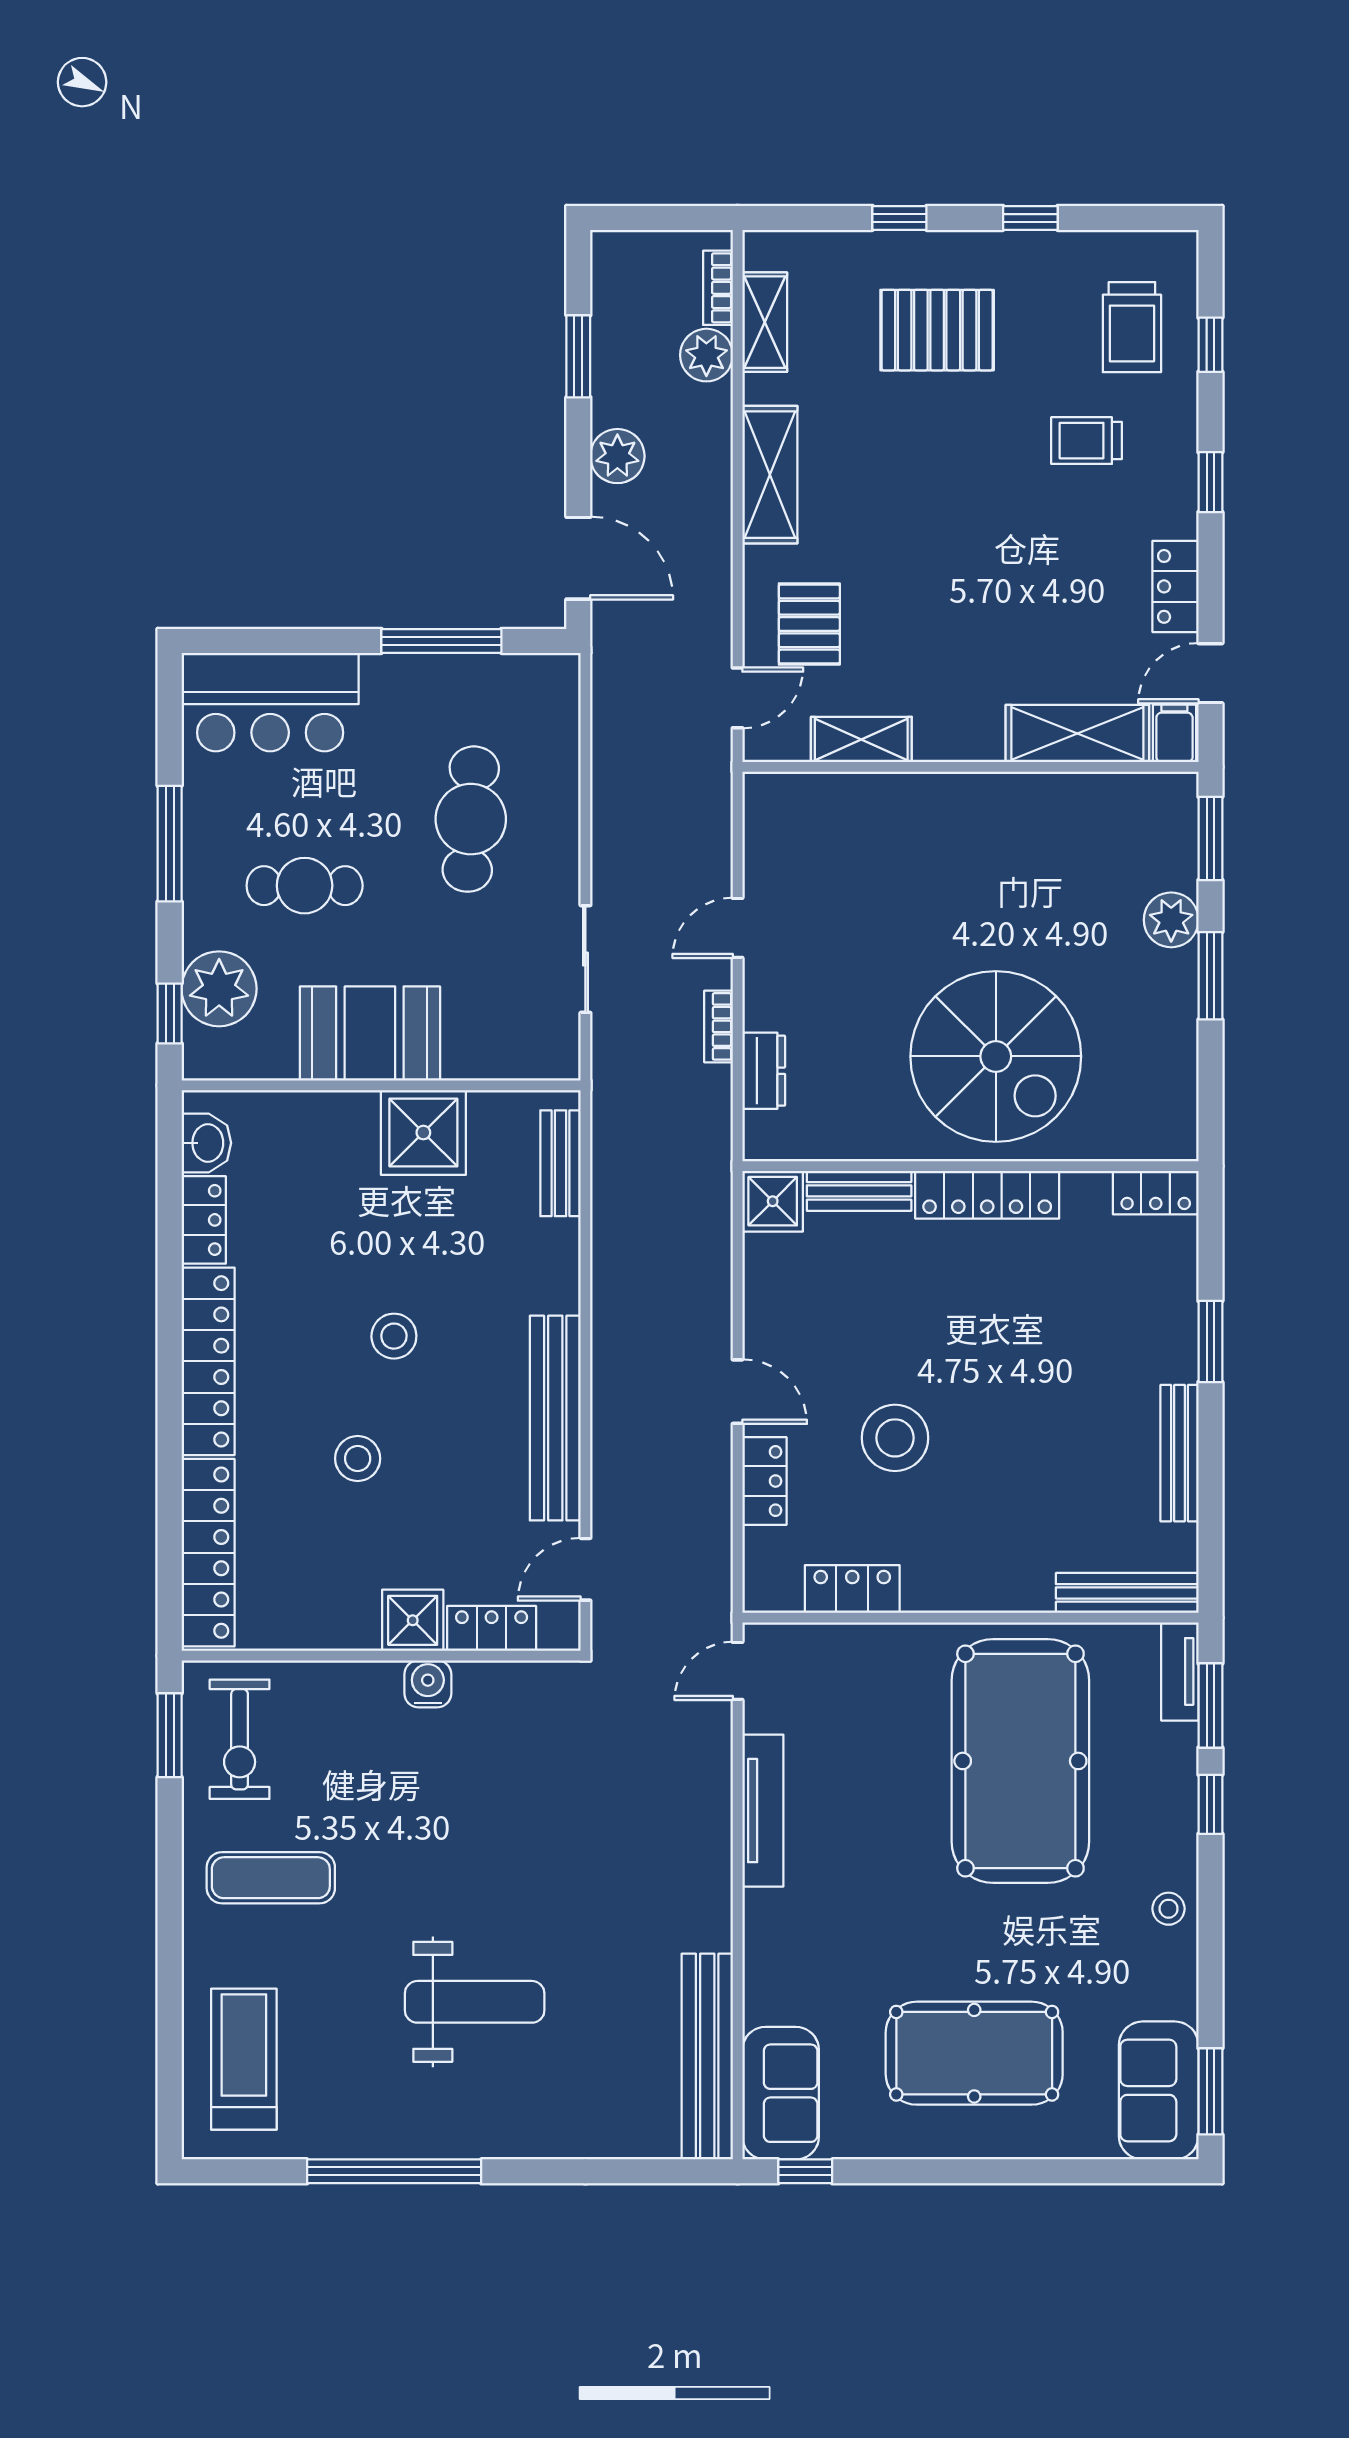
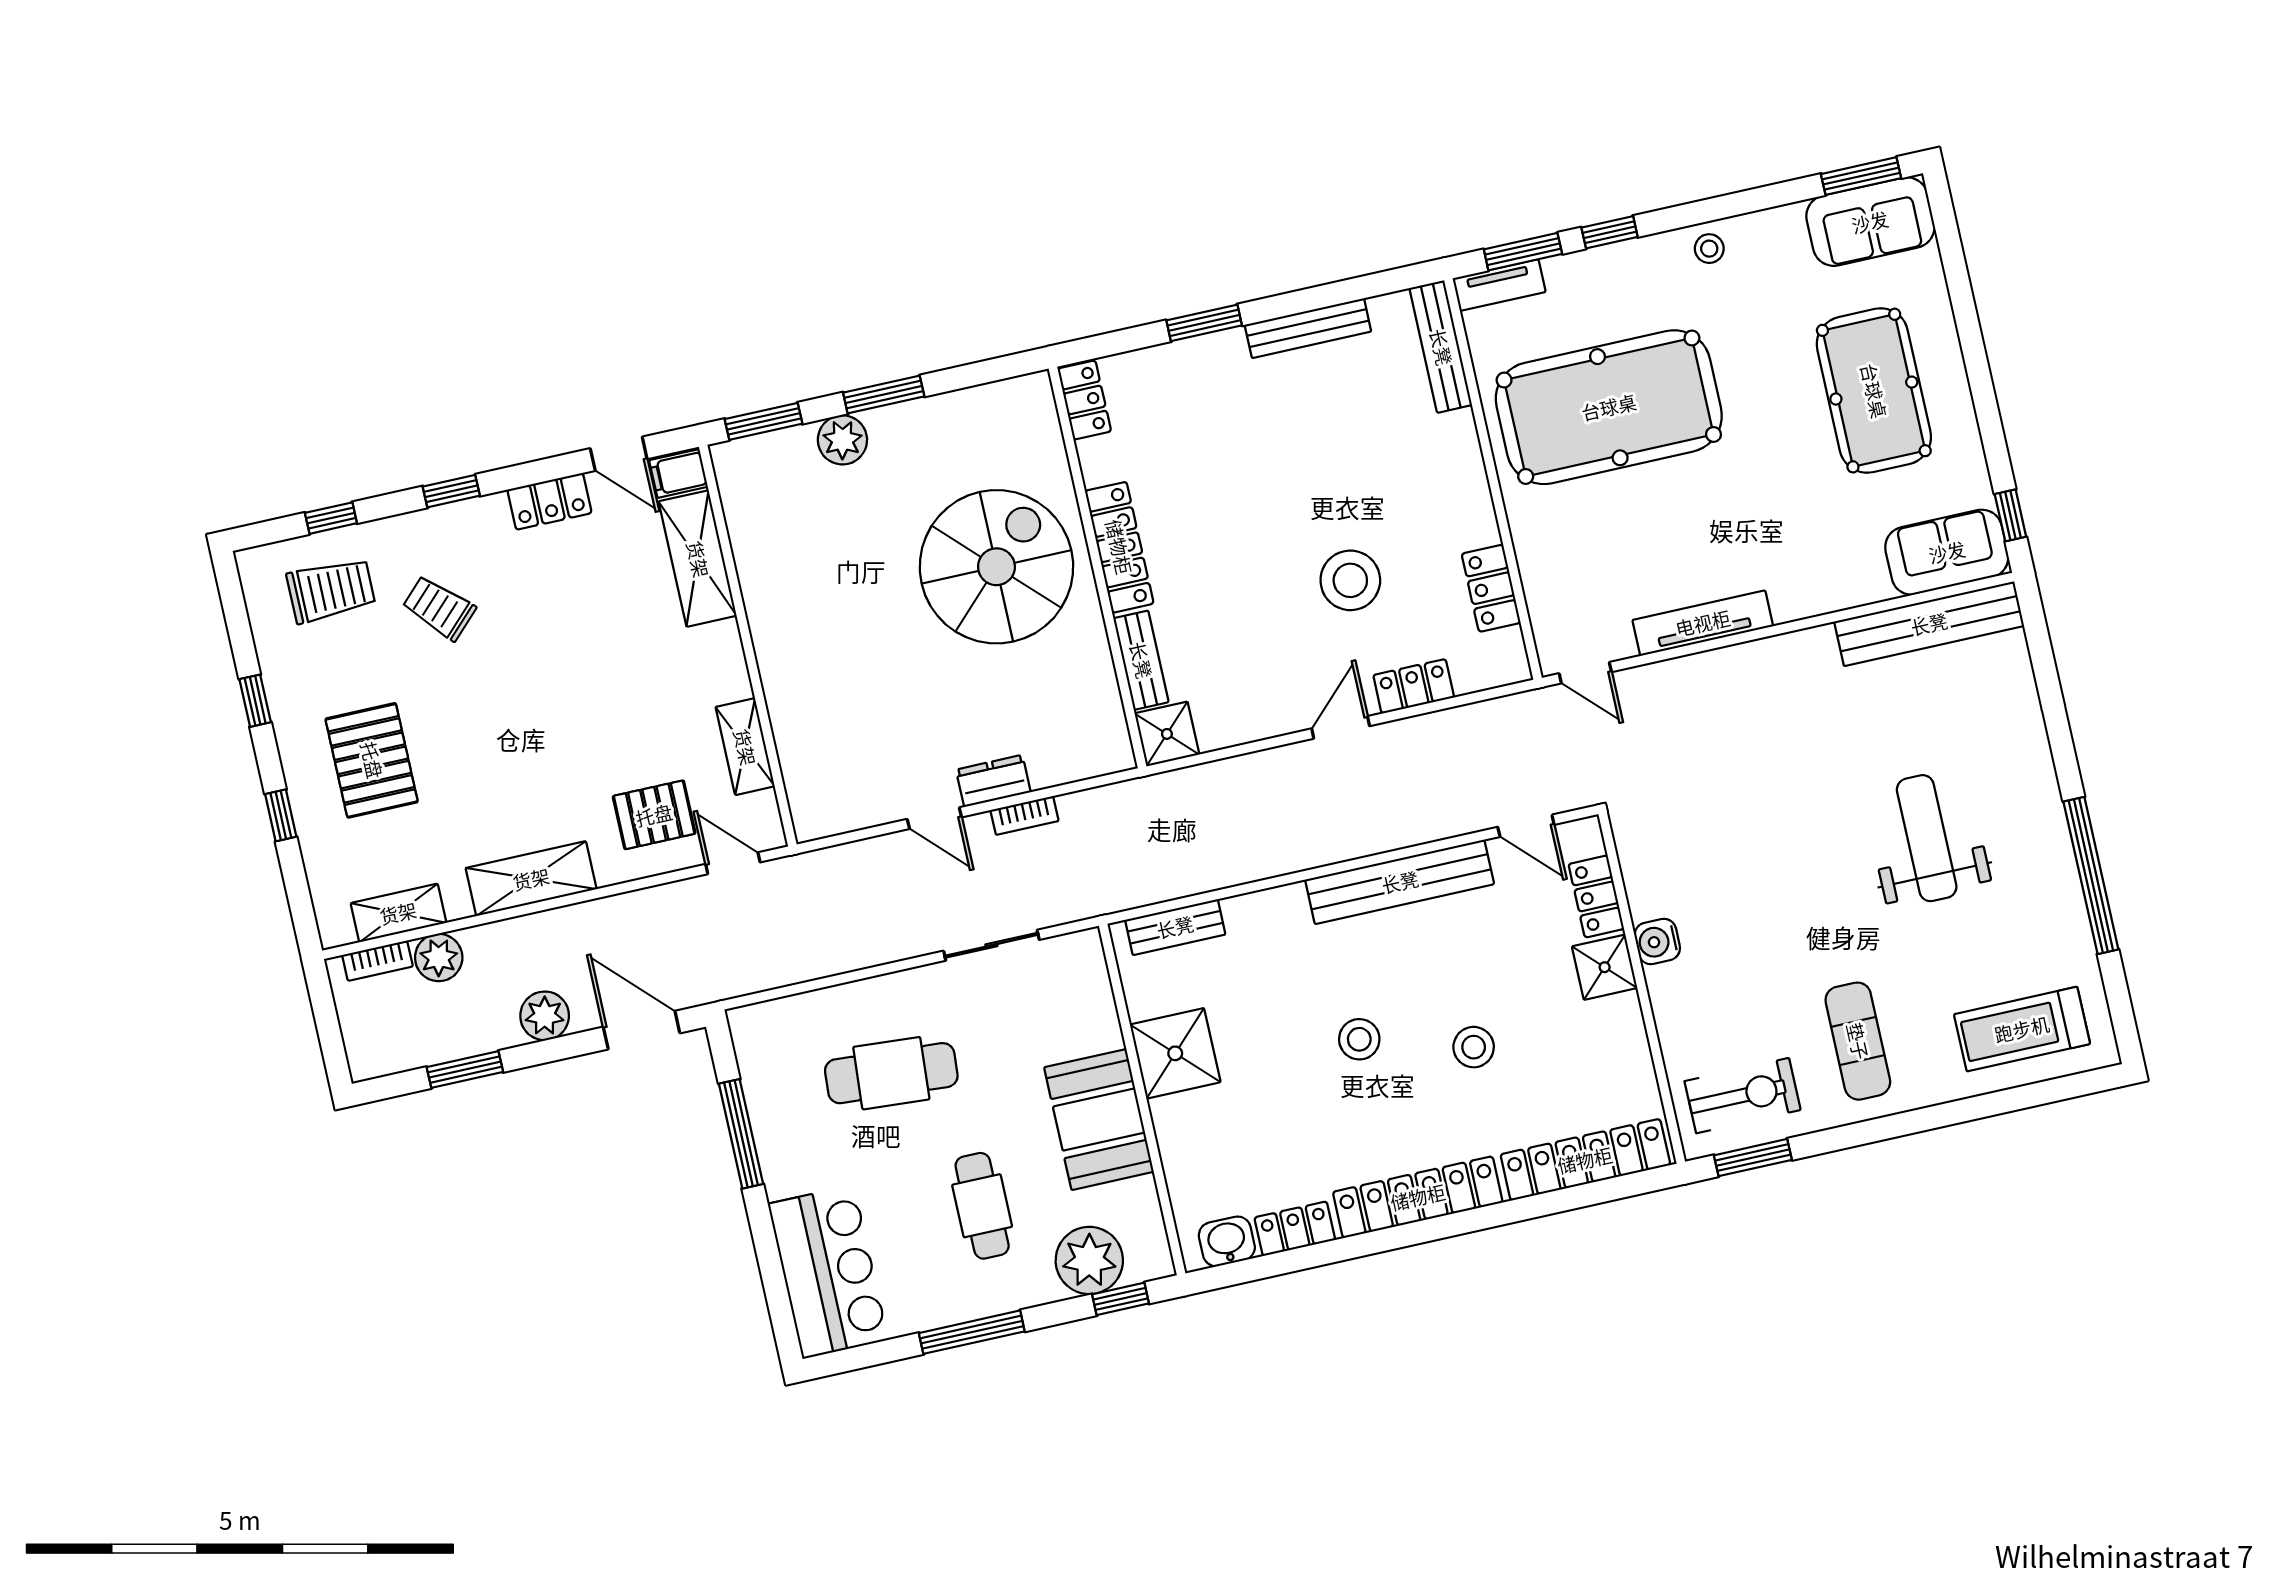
trolley: (1087, 441) -> (439, 608), turned 135
door: (578, 558) -> (642, 1030), hinge flipped
dresser: (764, 1071) -> (993, 781), moved

